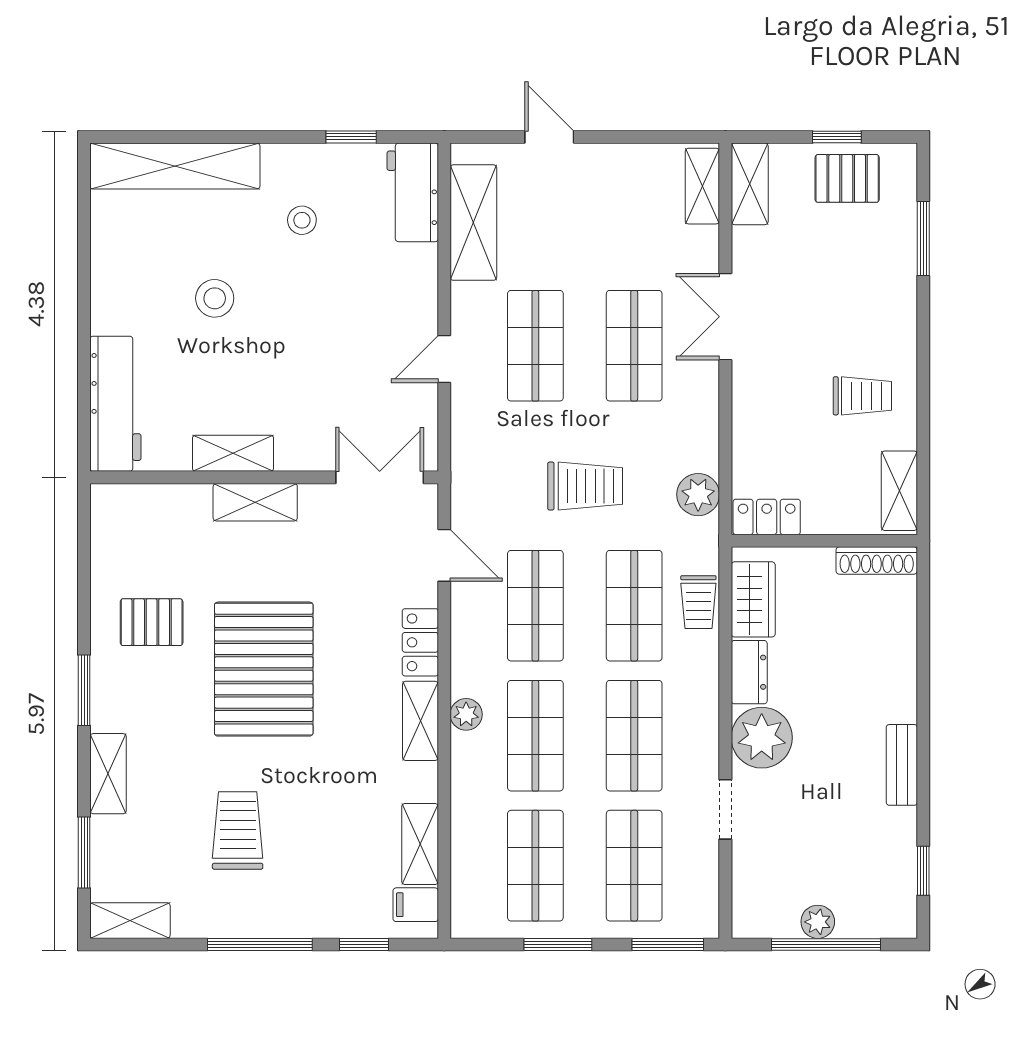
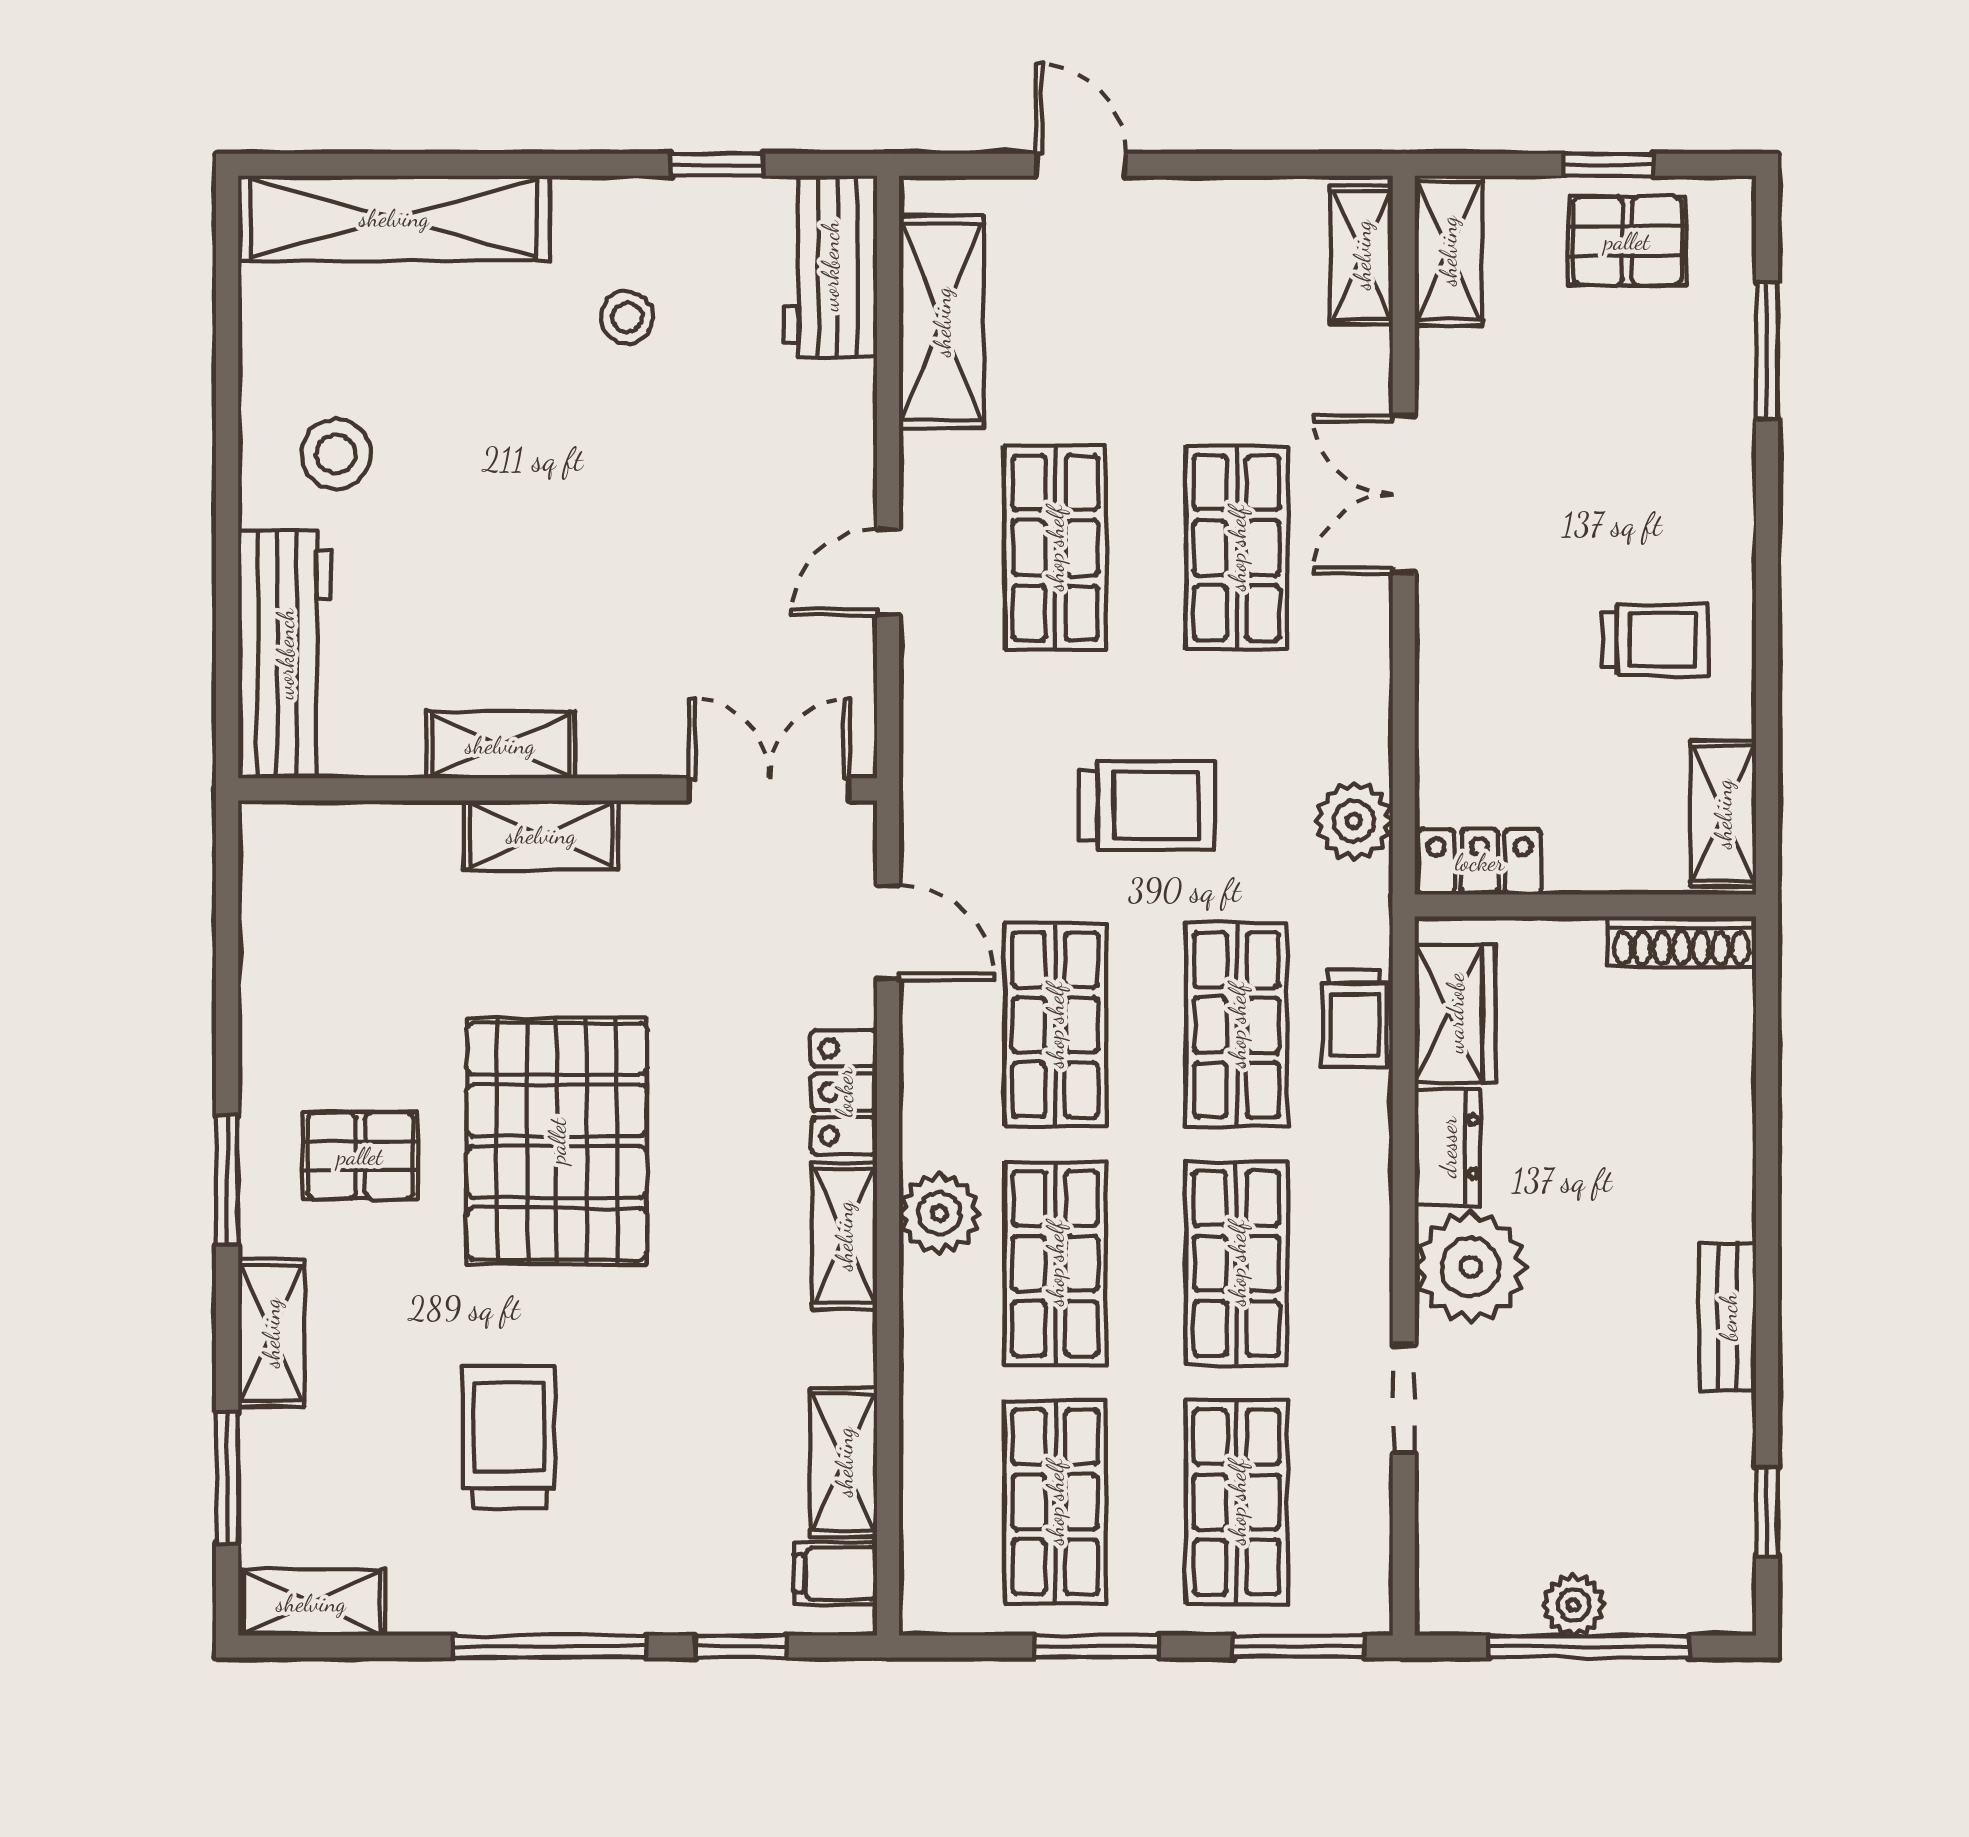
stool: (215, 298) -> (336, 454), moved
pallet: (152, 622) -> (360, 1156), moved
plant: (466, 714) -> (939, 1213), width x1.38, depth x1.38

